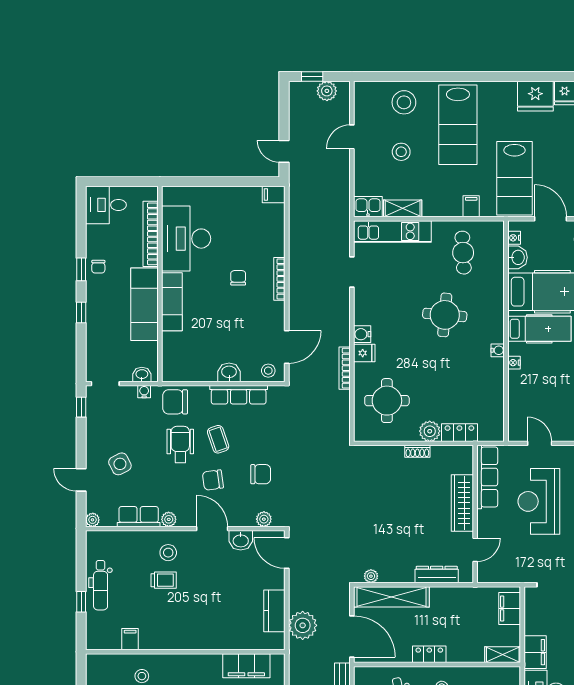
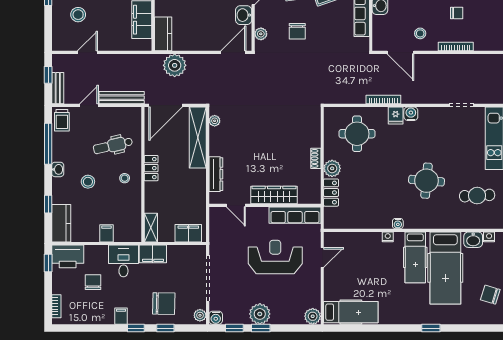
stool: (268, 371) -> (420, 33), moved
kitchen counter: (274, 611) -> (163, 34), moved, turned 90

